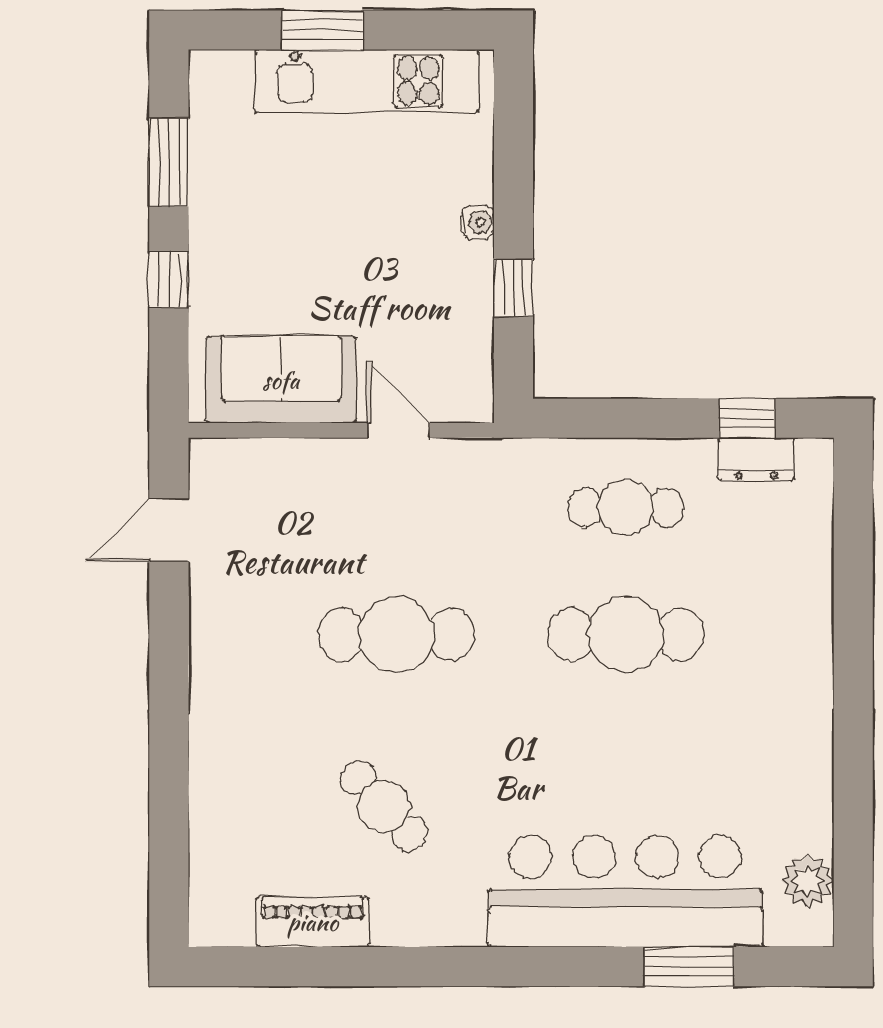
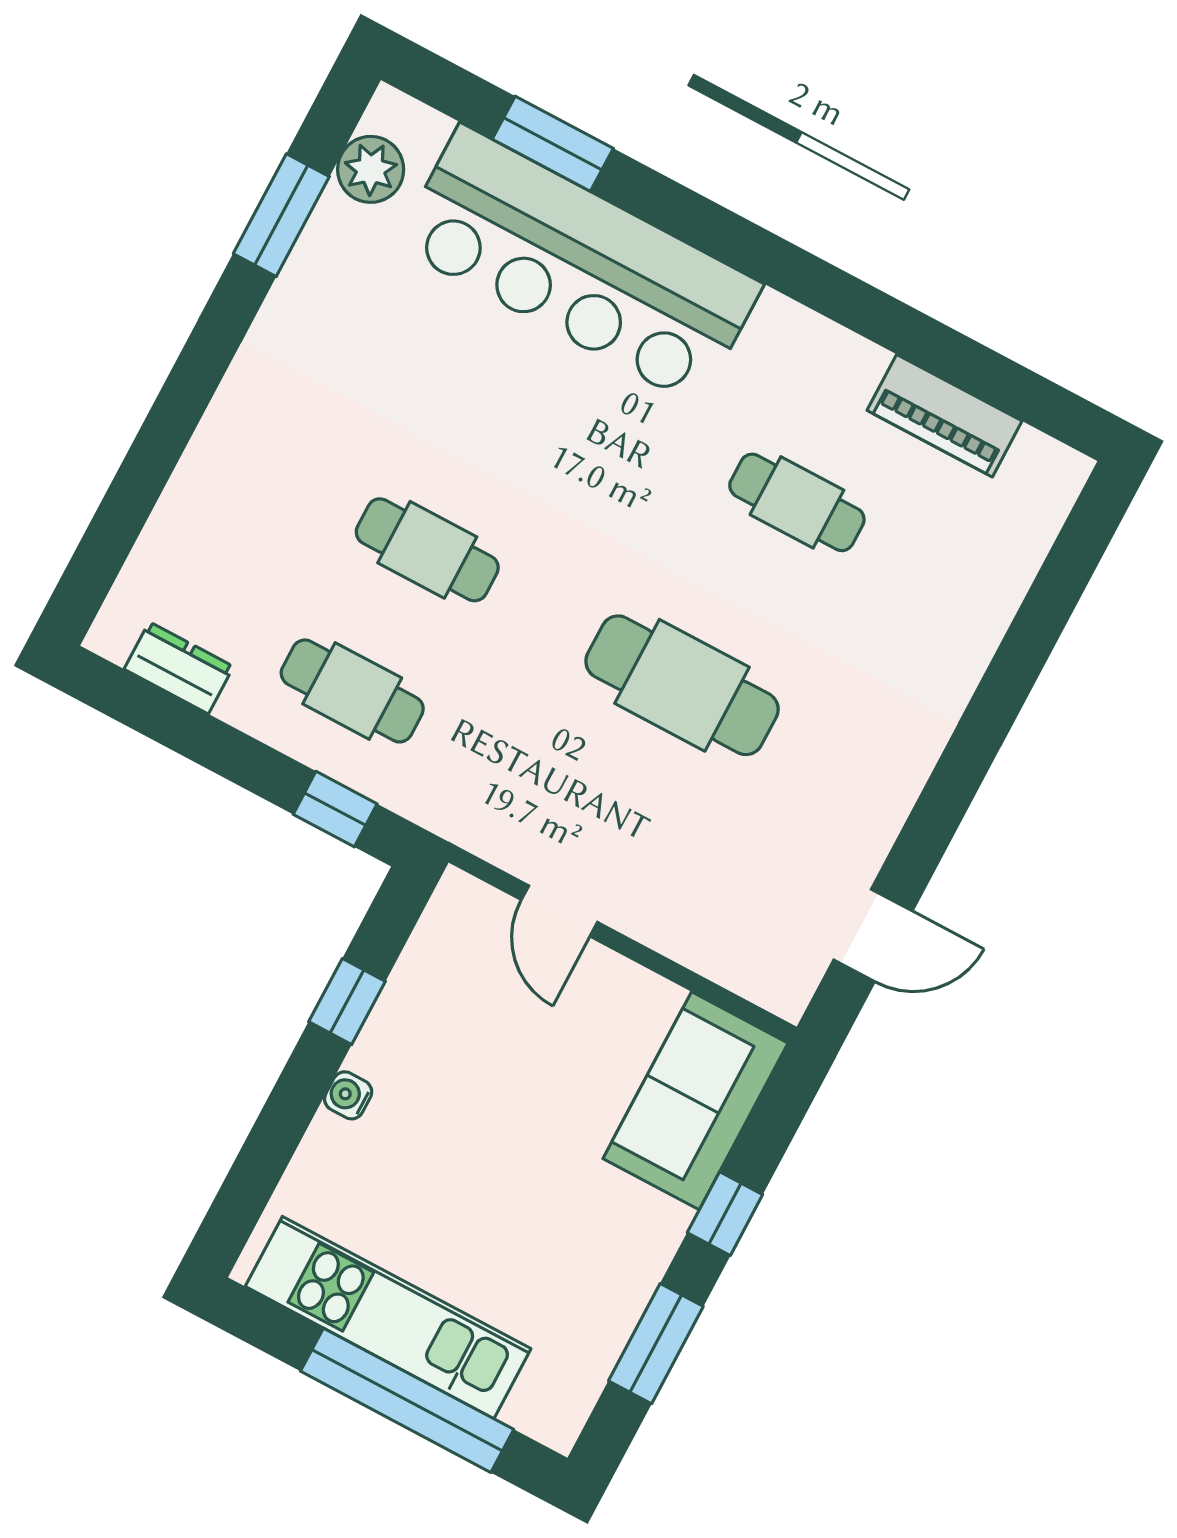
window: (322, 30) -> (407, 1400), width x2.11
sofa: (281, 380) -> (695, 1101), moved, turned 90
window: (747, 418) -> (335, 809), moved
cafe table: (626, 635) -> (427, 550), width x0.73, depth x0.74
cafe table: (384, 806) -> (797, 502), turned -47
window: (853, 815) -> (281, 215), added

